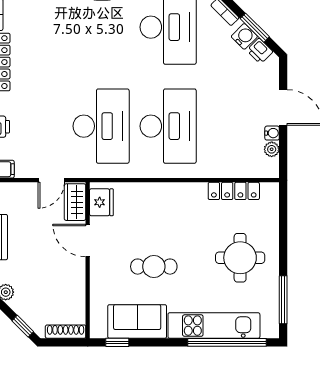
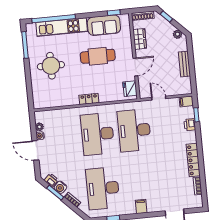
door: (51, 180) -> (159, 98), hinge flipped
locker: (234, 191) -> (89, 99), moved, width x0.66
wardrobe: (75, 202) -> (140, 39), moved
door: (88, 240) -> (135, 67), hinge flipped
cafe table: (154, 267) -> (98, 56), width x1.37, depth x1.35

